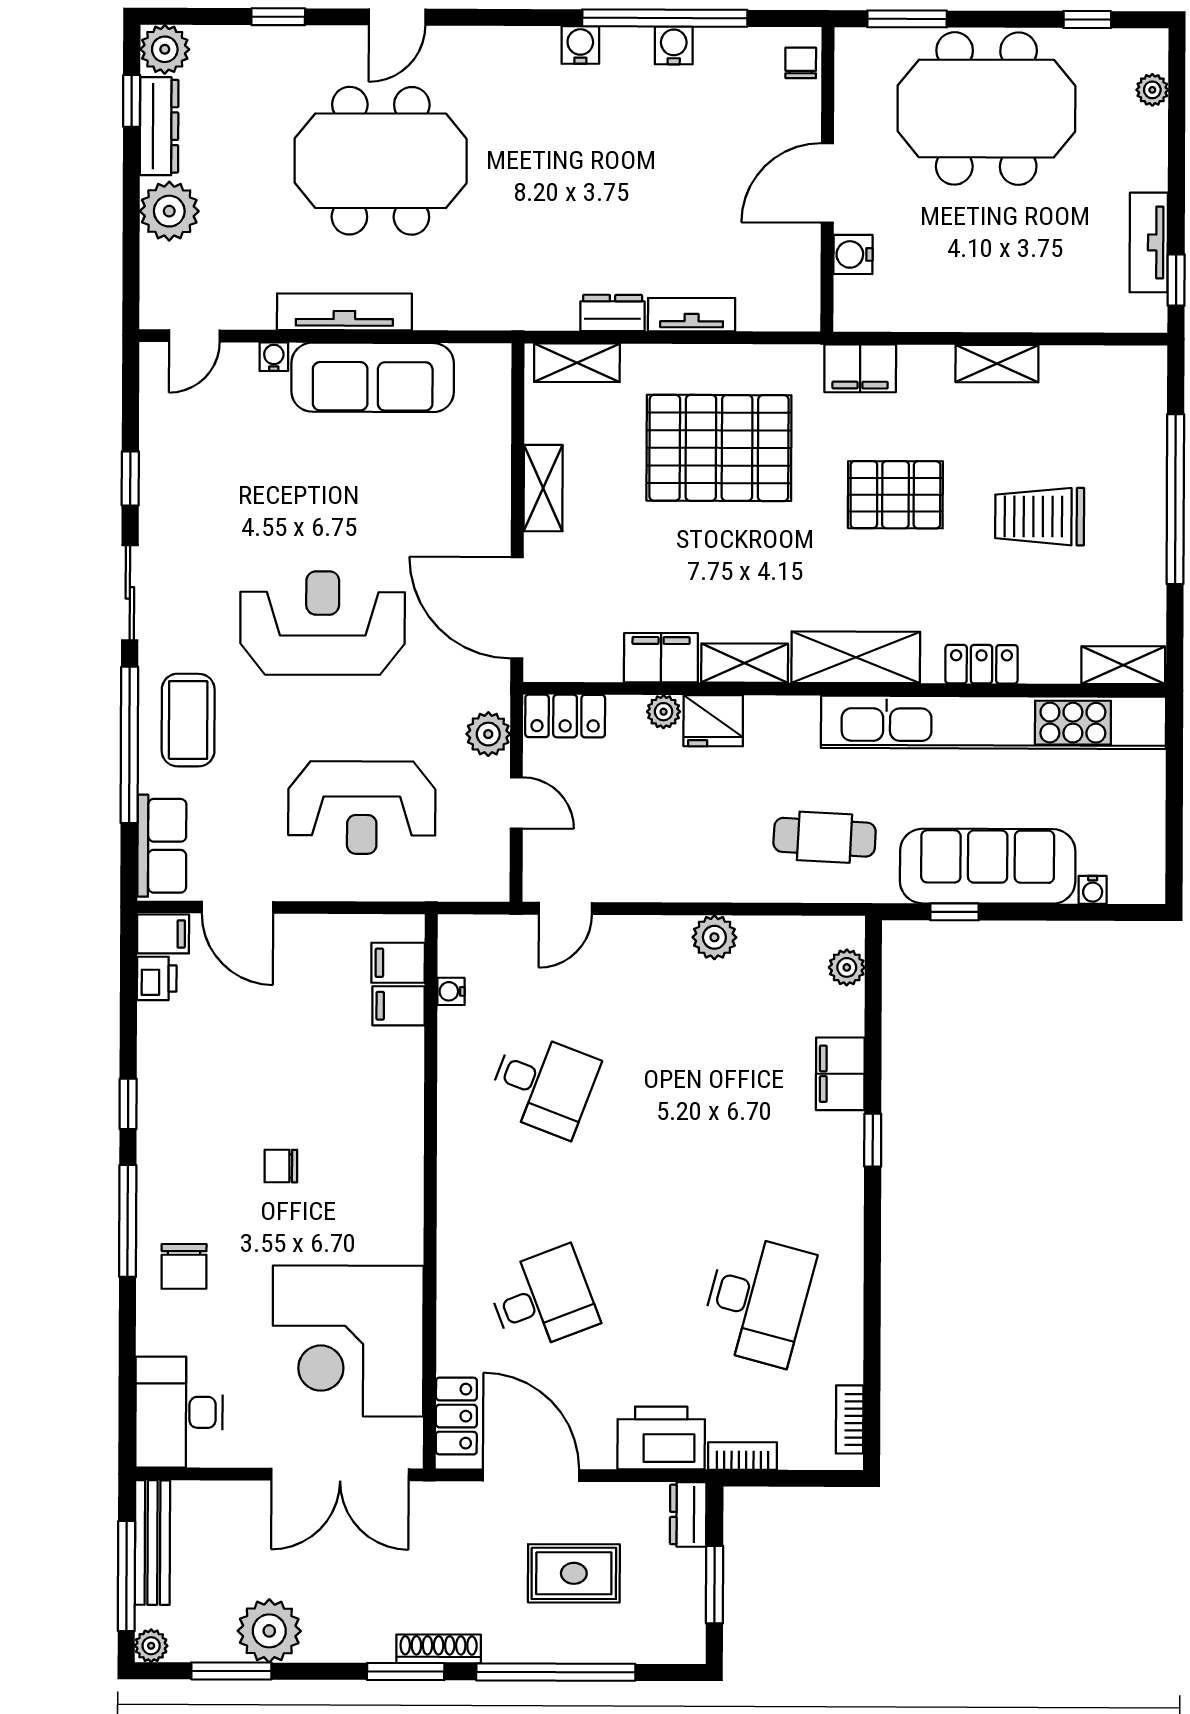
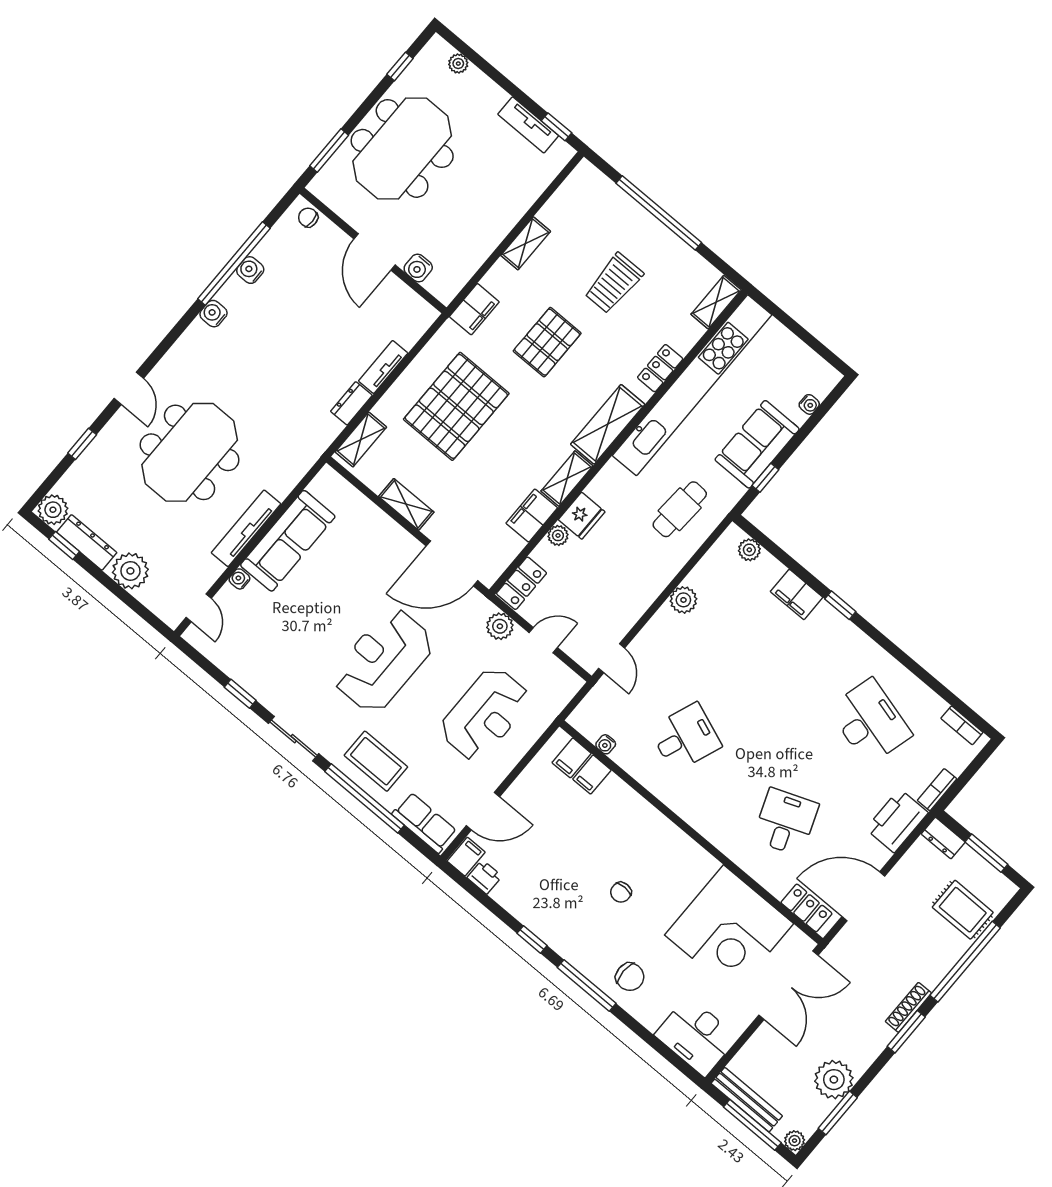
sofa: (988, 866) -> (757, 444), width x0.73
rug: (574, 1573) -> (963, 910), moved, turned 90

